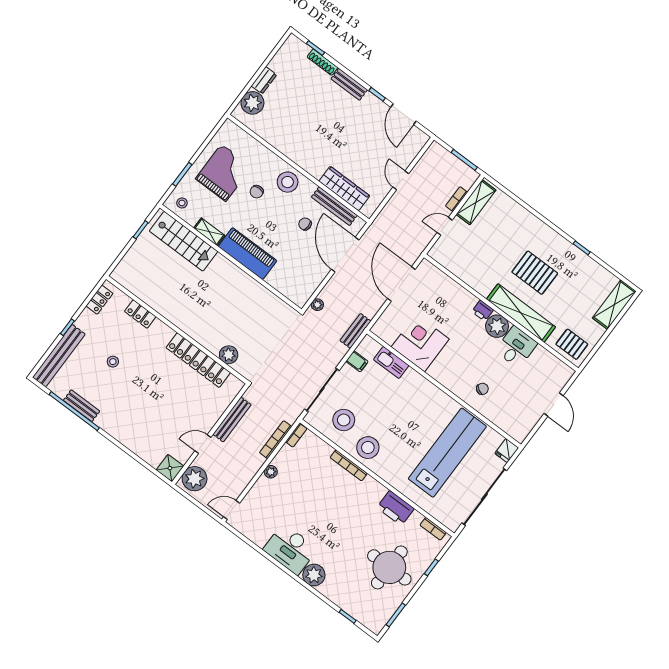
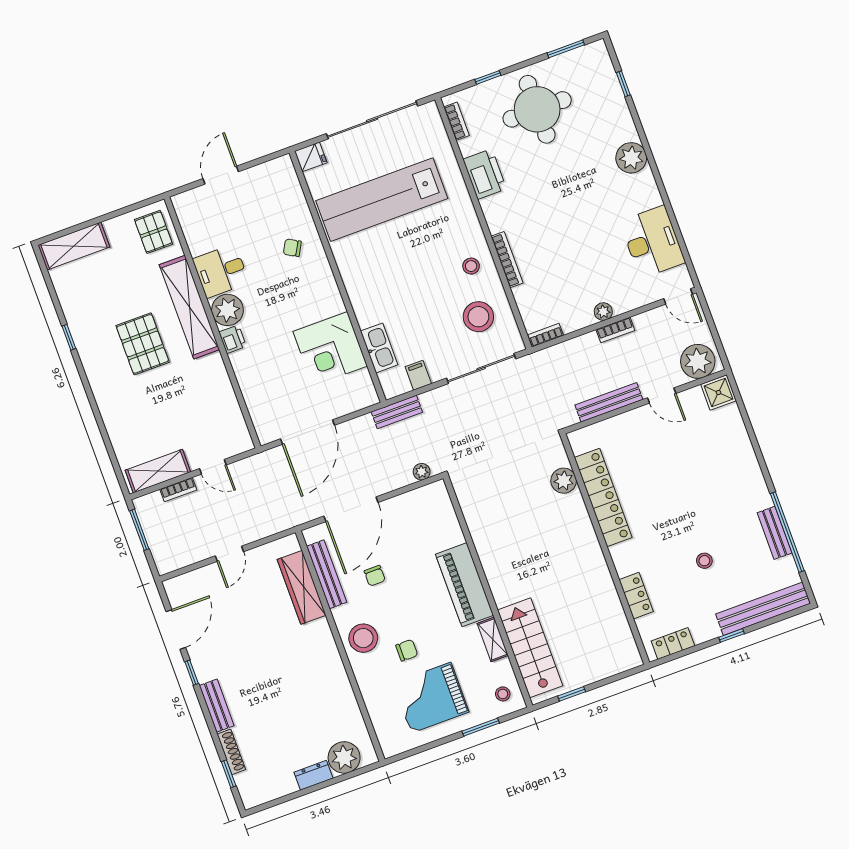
bookcase: (276, 440) -> (615, 330), moved, width x0.64
stool: (368, 448) -> (471, 266), width x0.53, depth x0.53
desk: (290, 549) -> (652, 242), moved

